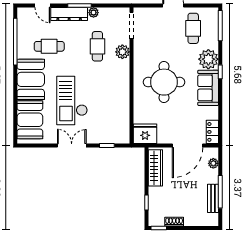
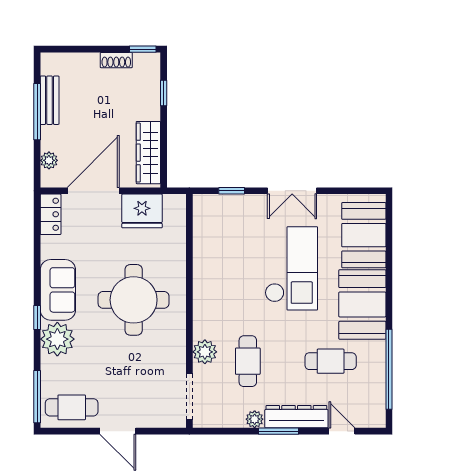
cafe table: (193, 28) -> (72, 407), moved, turned 90
fridge: (145, 134) -> (142, 211), moved

